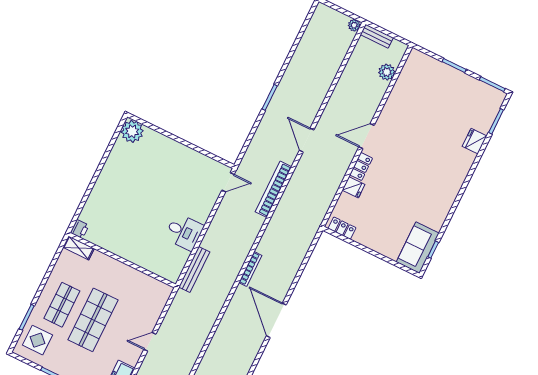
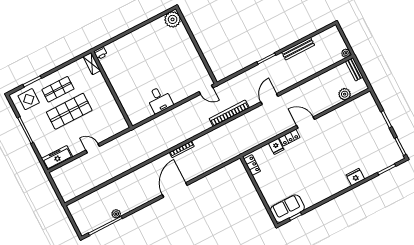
fridge: (475, 141) -> (355, 177), moved
bench: (194, 269) -> (298, 49), moved

